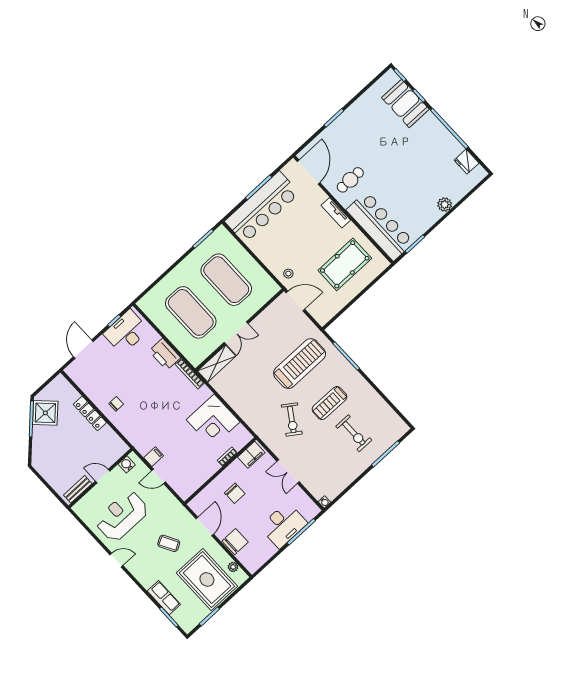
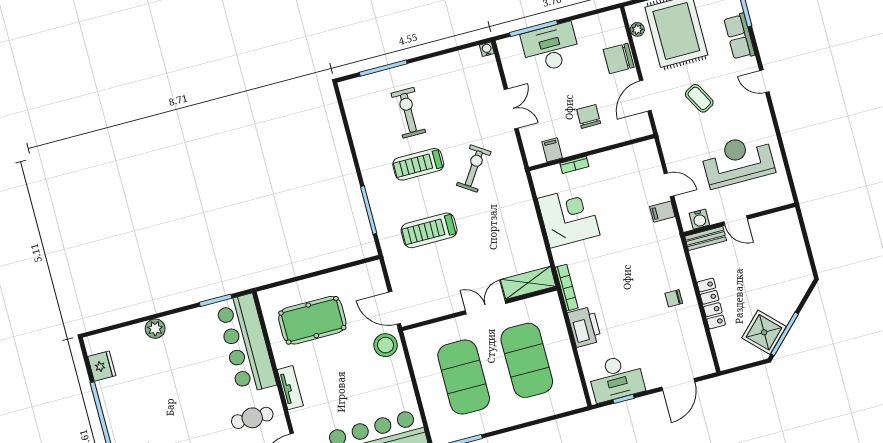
stool: (288, 274) -> (386, 345), width x1.89, depth x1.89
treadmill: (300, 364) -> (429, 230), width x0.73, depth x0.73
treadmill: (330, 403) -> (418, 164), turned 180
filing cabinet: (251, 455) -> (552, 150), width x0.50
bench: (78, 489) -> (706, 238), moved
reception desk: (122, 516) -> (738, 161), turned 180
door: (116, 560) -> (764, 81), moved

